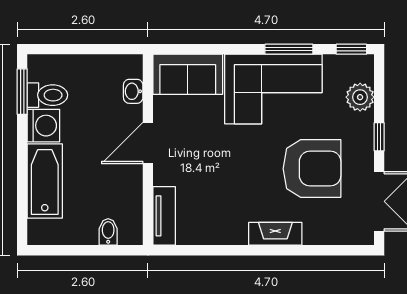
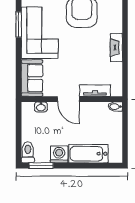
toilet: (47, 95) -> (28, 152), moved
tv unit: (164, 216) -> (95, 91), moved
bidet: (108, 232) -> (115, 107), moved
fireplace: (275, 234) -> (116, 48), moved

